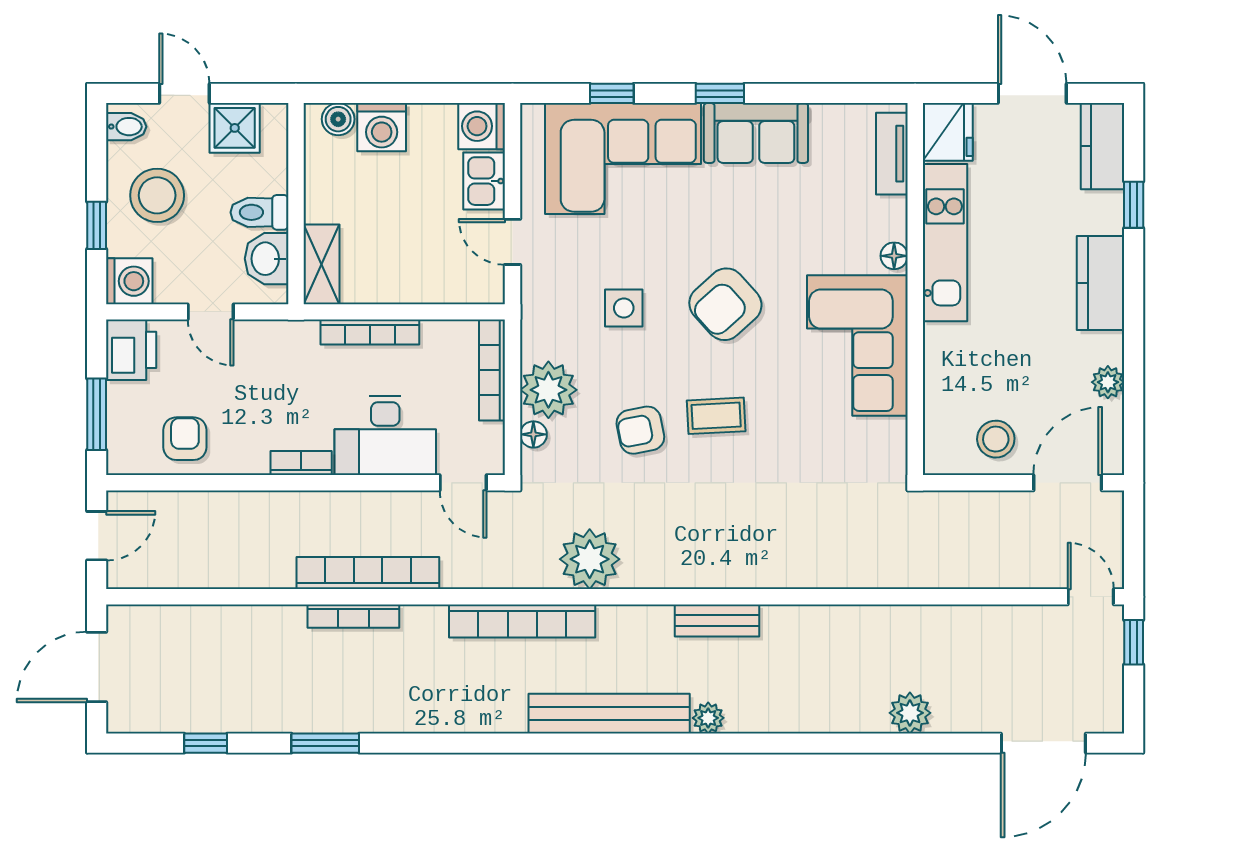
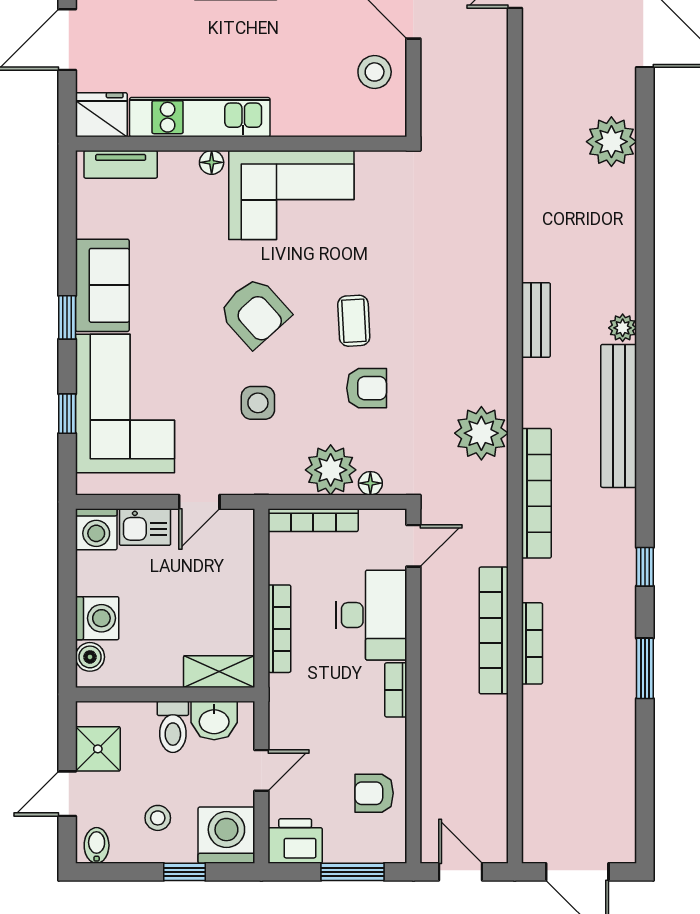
stool: (157, 195) -> (158, 818), width x0.53, depth x0.53
washing machine: (129, 281) -> (226, 835), width x1.37, depth x1.37
armchair: (640, 430) -> (367, 388), turned -79
plant: (910, 713) -> (611, 142), width x1.36, depth x1.36
window: (206, 743) -> (645, 567), moved

